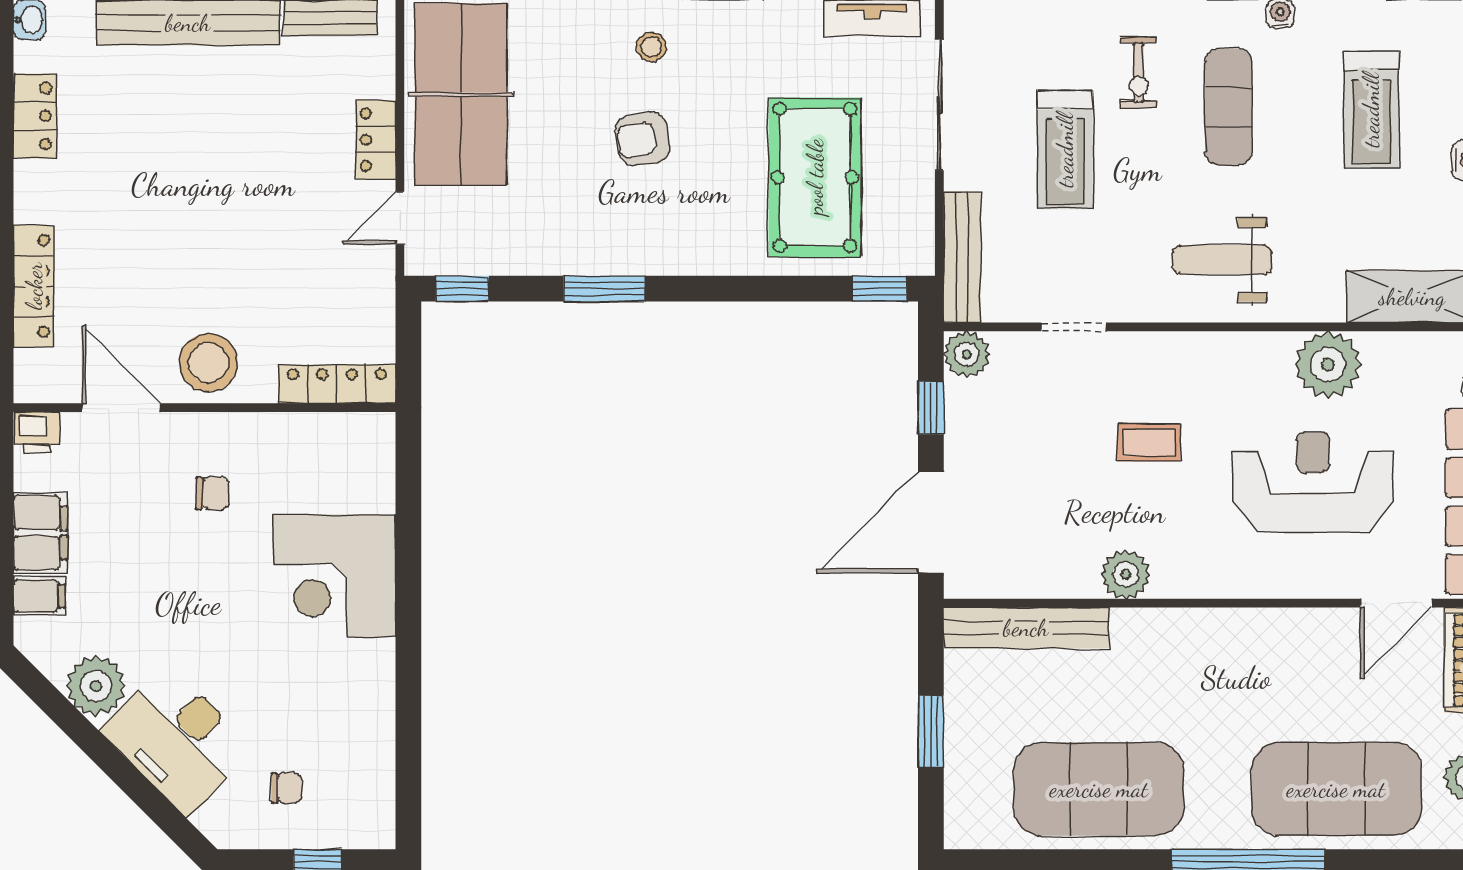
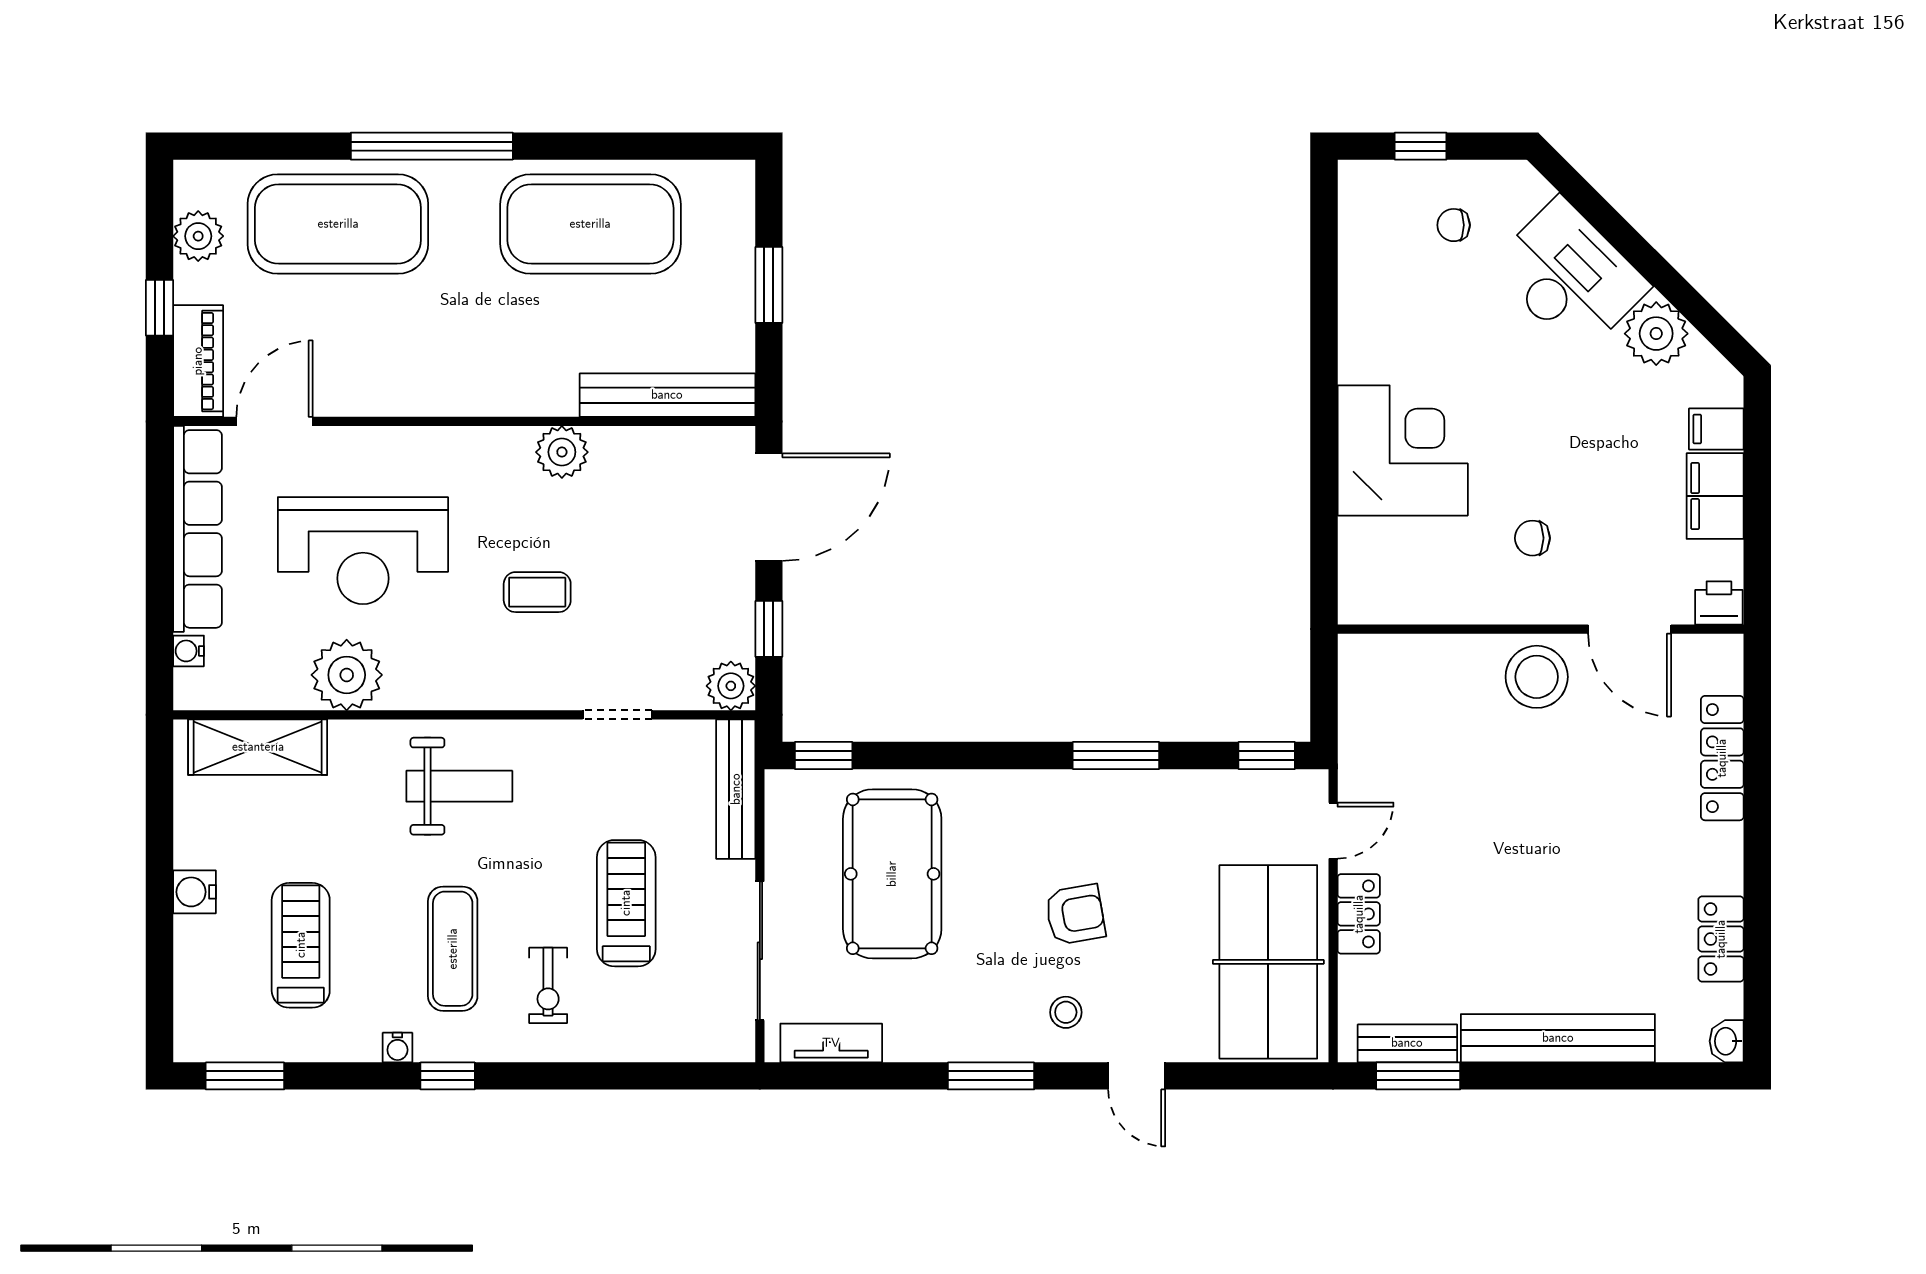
exercise bike: (1139, 72) -> (548, 985), turned 180
locker: (337, 384) -> (1400, 654), removed

